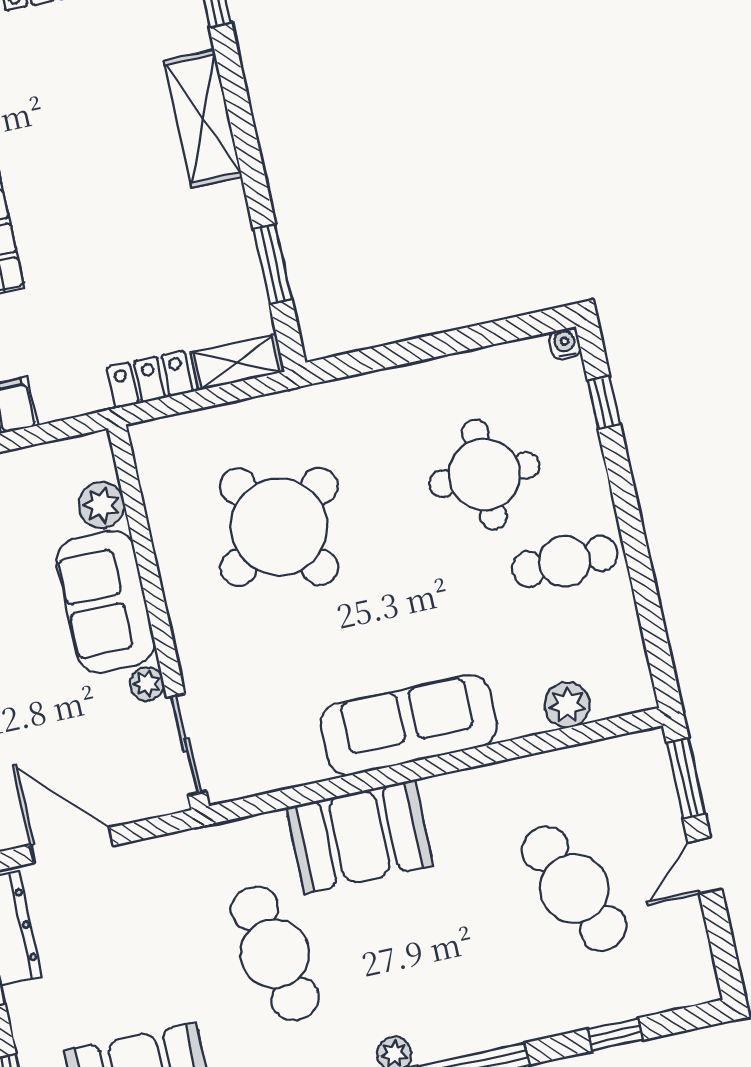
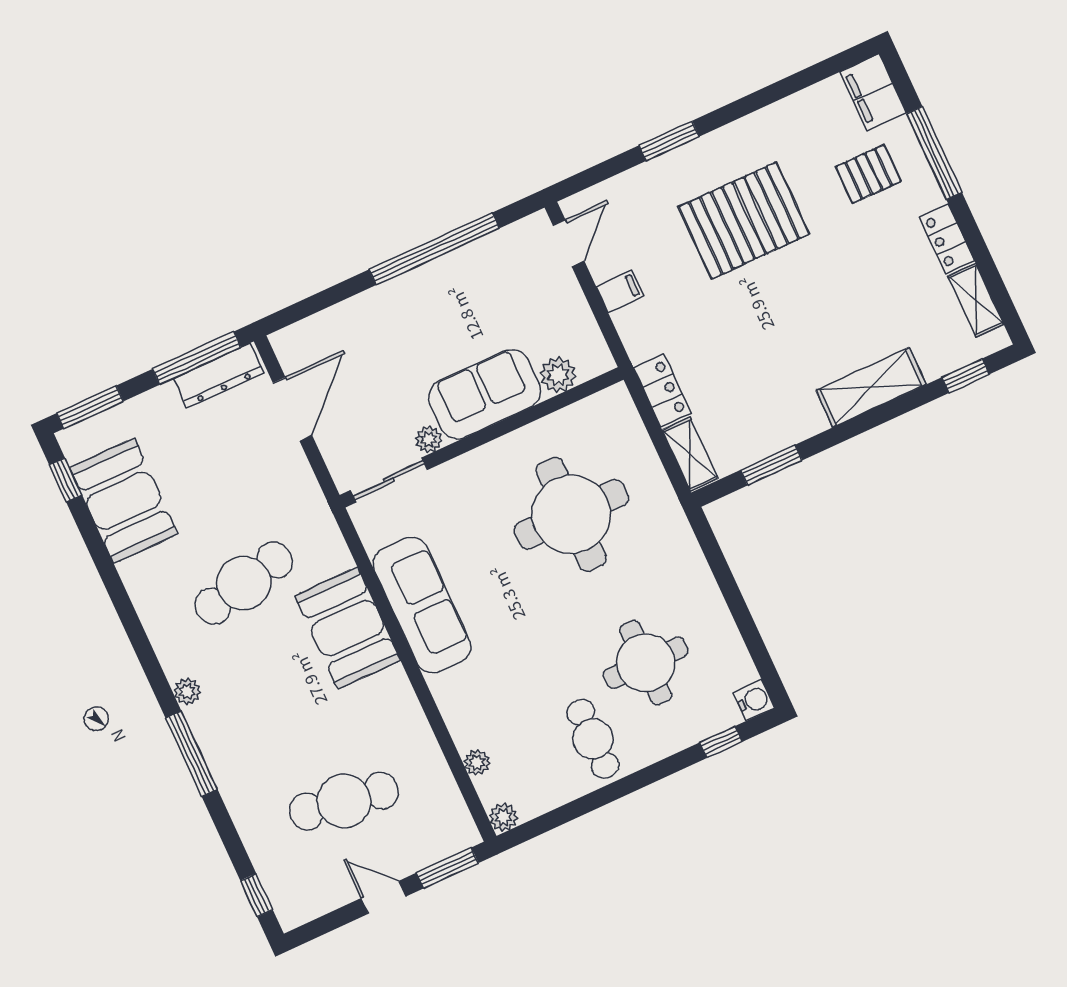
water cooler: (565, 343) -> (754, 700), width x1.38, depth x1.38
round table: (279, 527) -> (571, 514), turned 33
plant: (638, 694) -> (503, 817), added
plant: (567, 705) -> (477, 762), width x0.73, depth x0.73
sofa: (409, 725) -> (422, 605), moved
cafe table: (574, 888) -> (344, 801), turned 33
window: (615, 1035) -> (257, 895), moved

